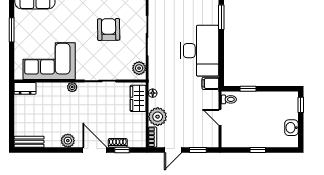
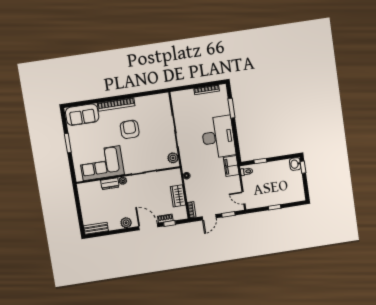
armchair: (109, 29) -> (130, 129), moved
filing cabinet: (210, 83) -> (231, 166), width x2.00
dresser: (25, 88) -> (110, 184), moved
wardrobe: (138, 98) -> (178, 196), moved
plant: (158, 117) -> (193, 193), removed
door: (220, 117) -> (243, 198), moved
washbasin: (291, 128) -> (295, 164), moved

